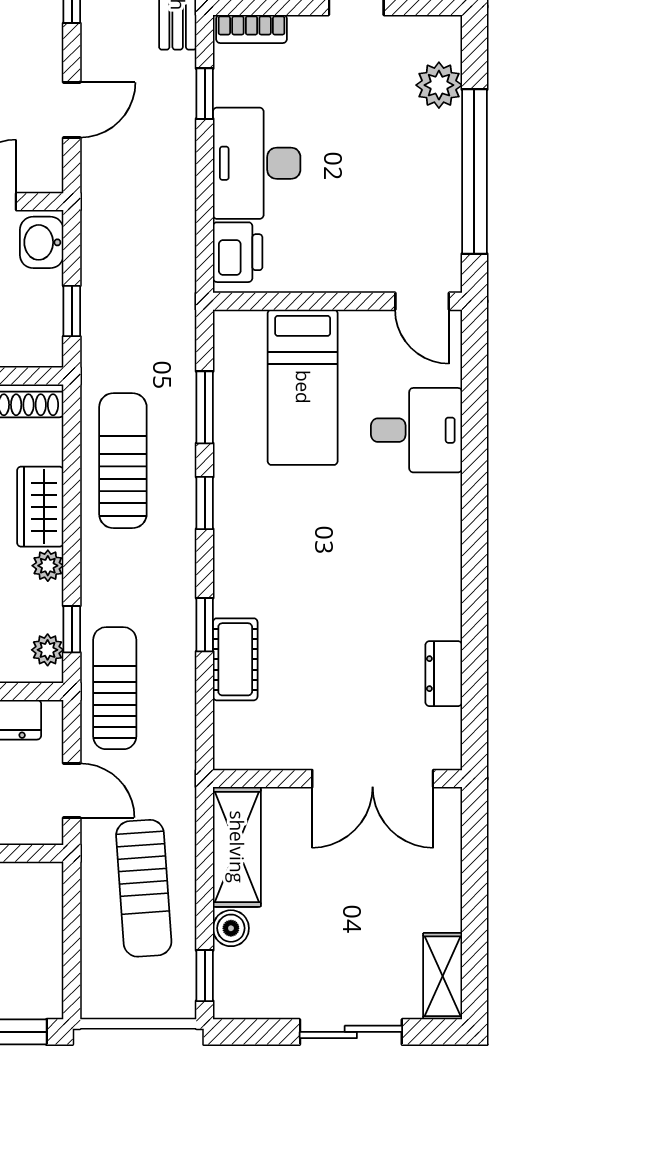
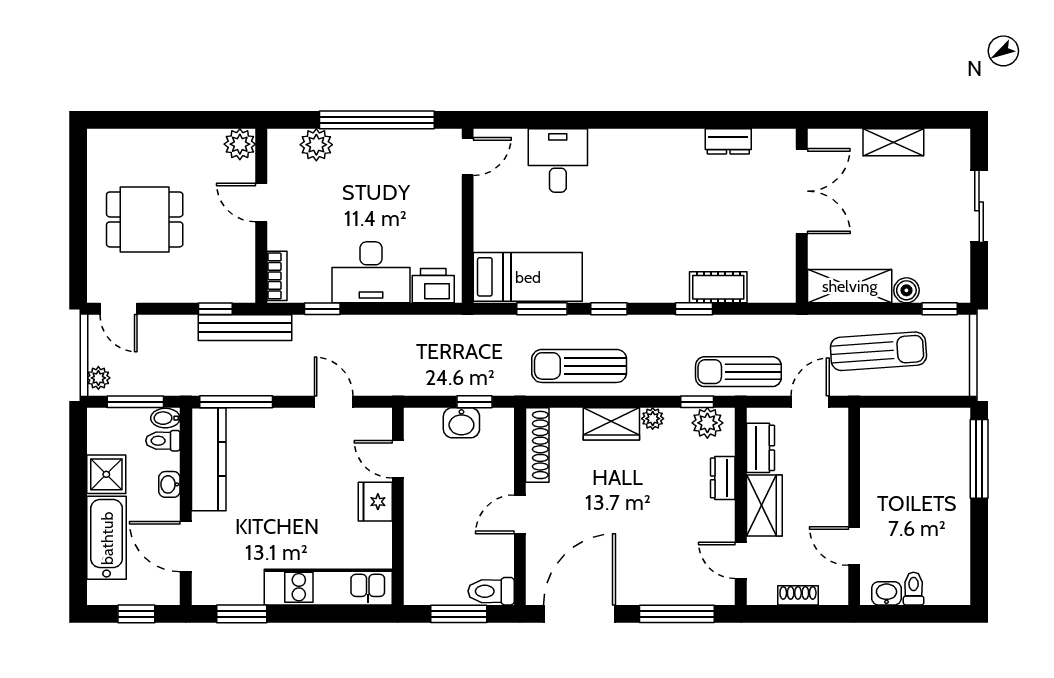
washbasin: (42, 242) -> (461, 423), moved
bed: (303, 387) -> (528, 277), moved
plant: (48, 650) -> (707, 423), width x1.38, depth x1.38
shelving: (443, 976) -> (893, 142), moved

